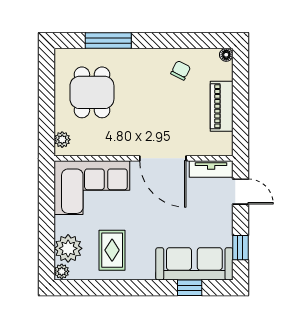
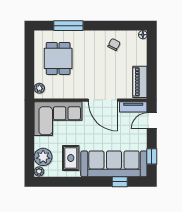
piano: (222, 106) -> (140, 82), moved
door: (240, 191) -> (152, 121), swing flipped
sofa: (194, 264) -> (114, 164), width x1.36, depth x1.27

